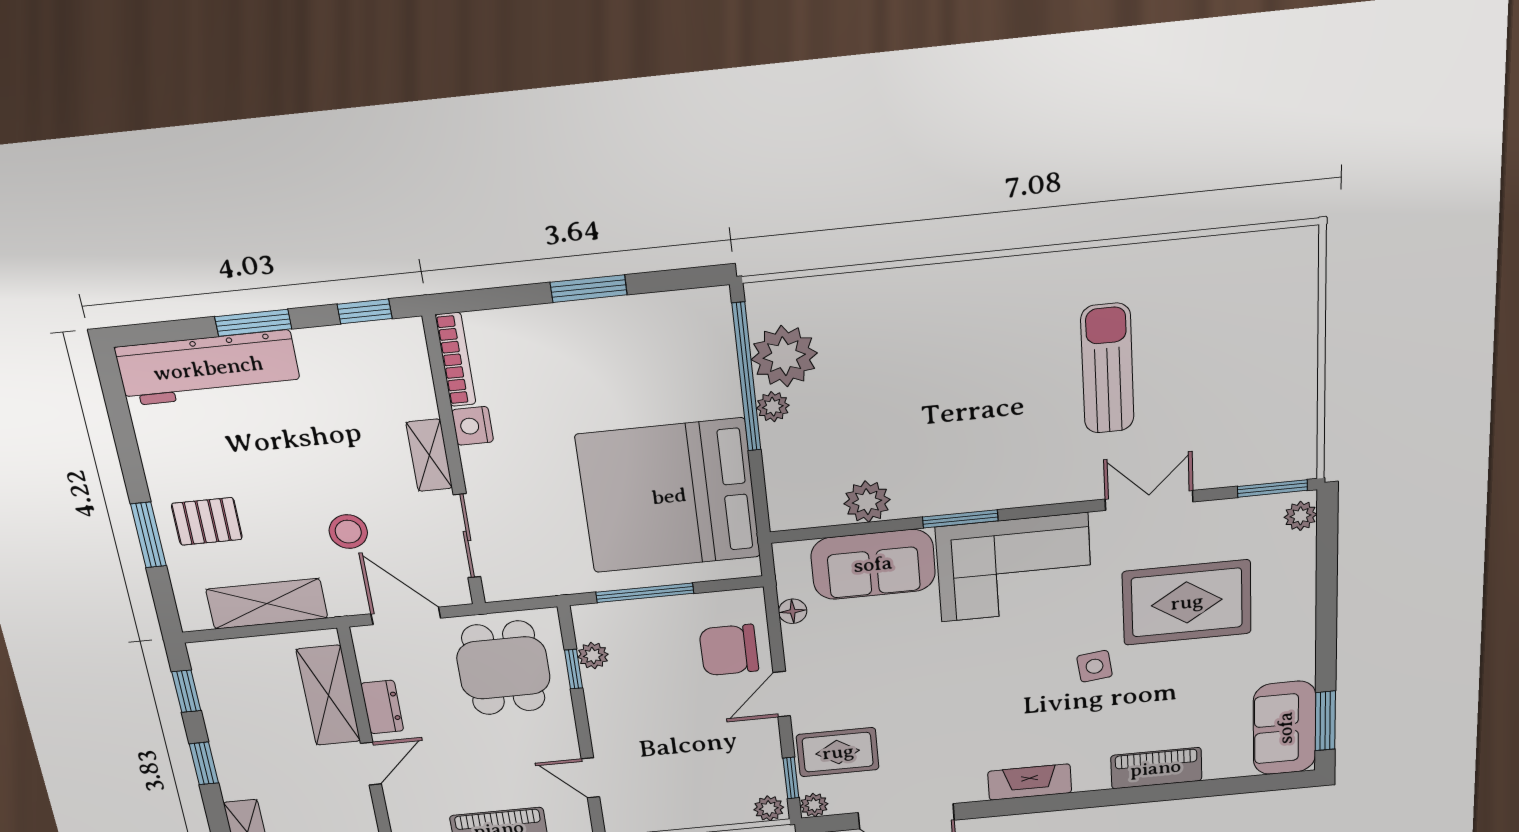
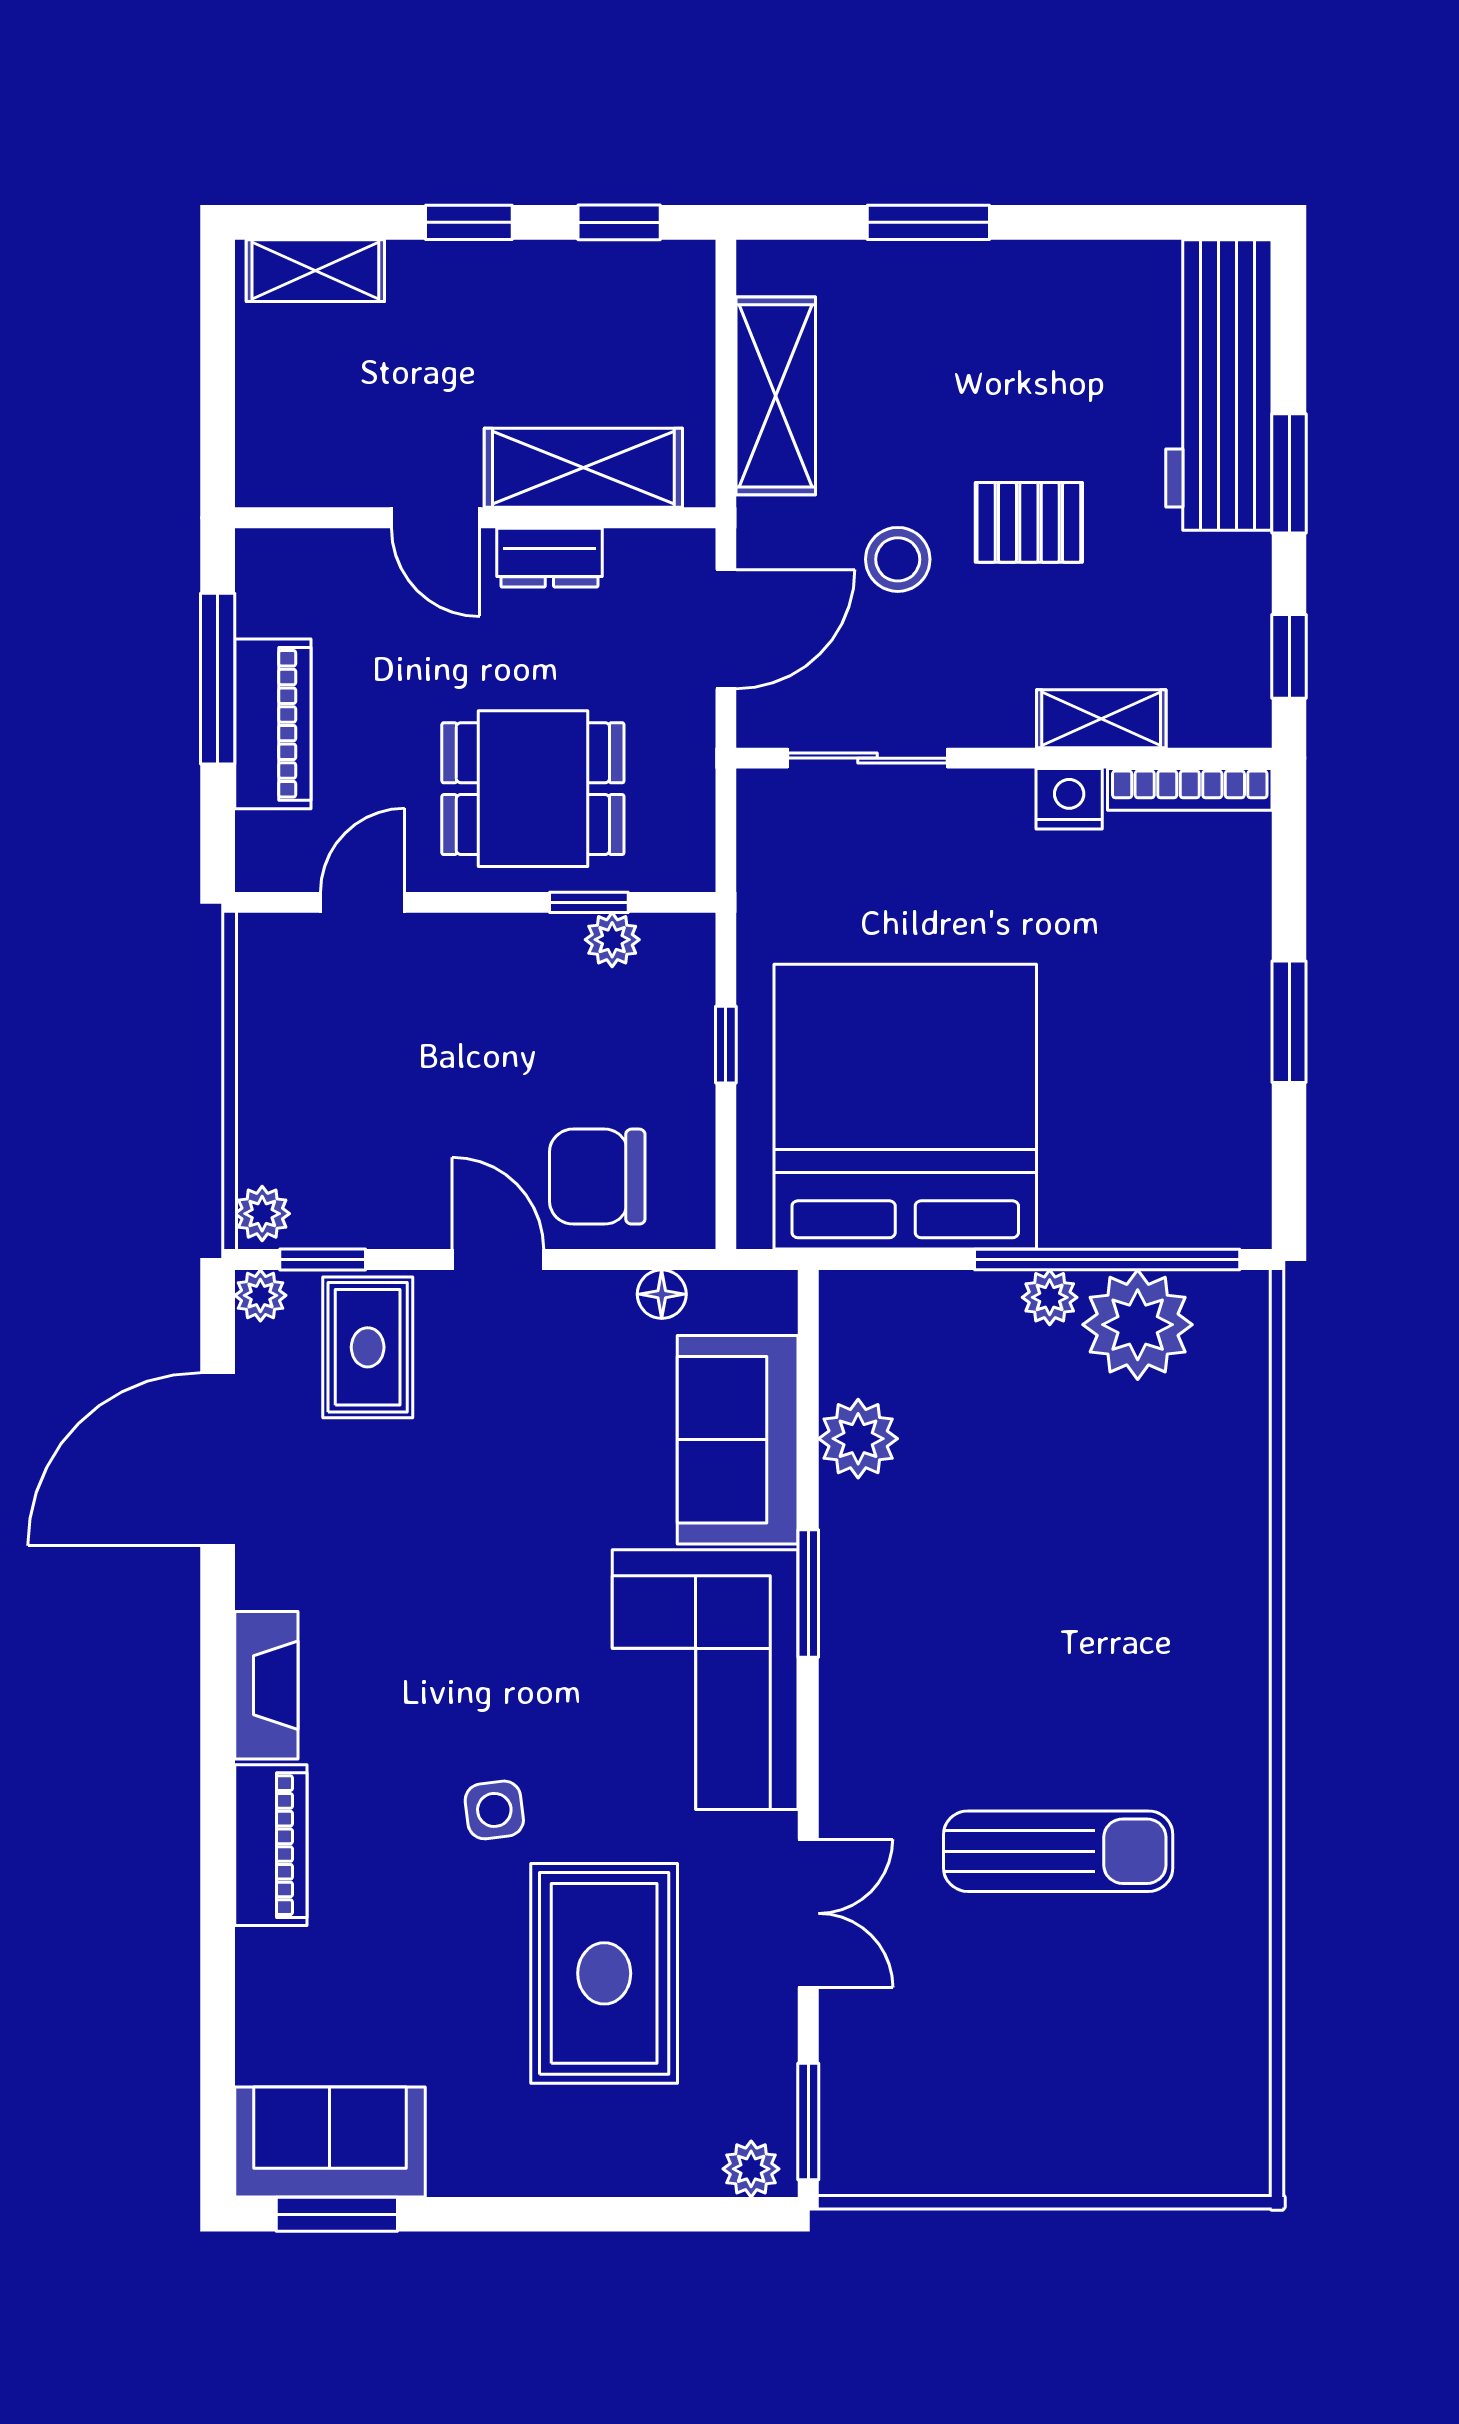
shelving: (429, 455) -> (1101, 719), moved
pallet: (207, 521) -> (1029, 522), moved, turned 90
window: (645, 593) -> (726, 1045), width x0.46
chair: (729, 650) -> (597, 1177), turned -90
dining table: (503, 668) -> (533, 789), moved
piano: (1156, 768) -> (271, 1845), moved

